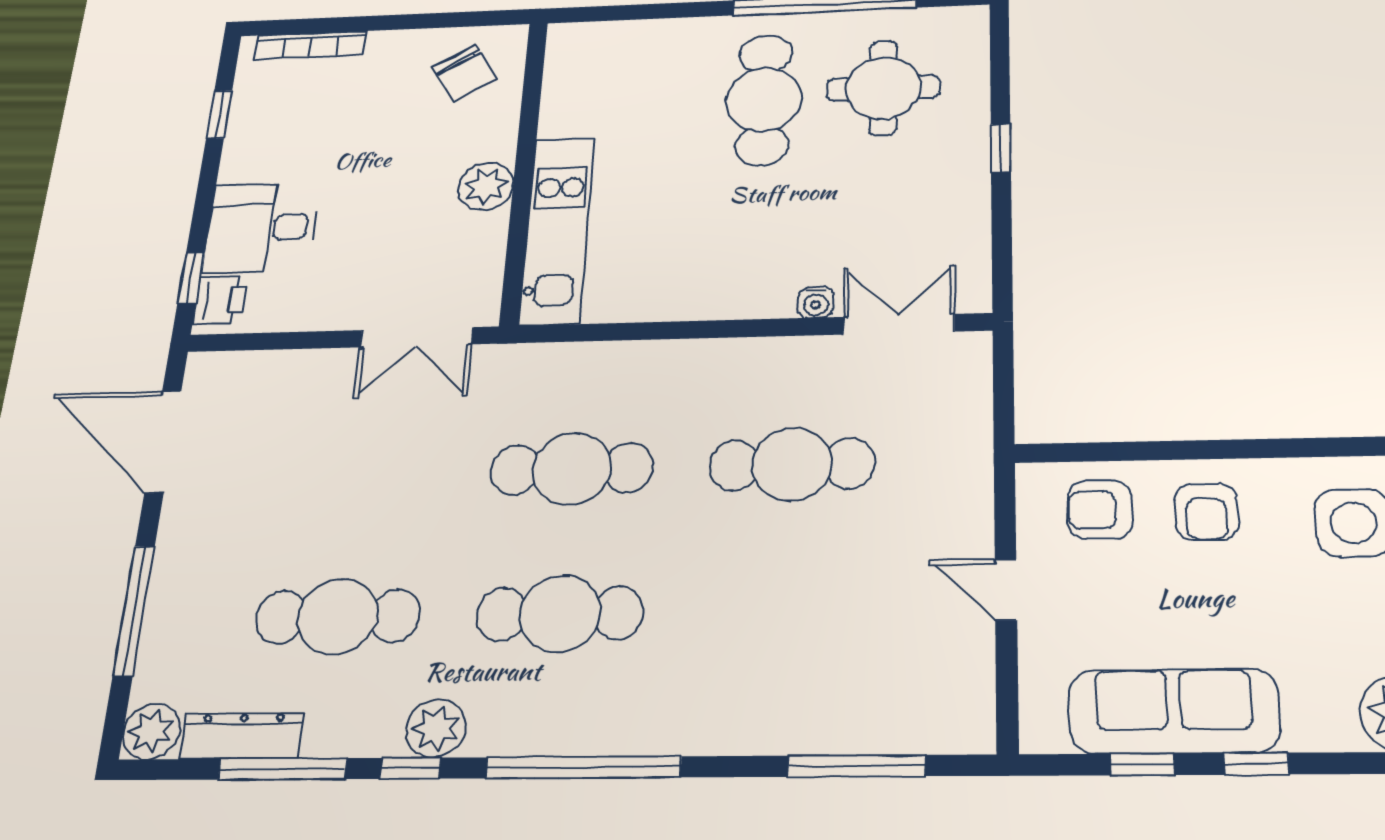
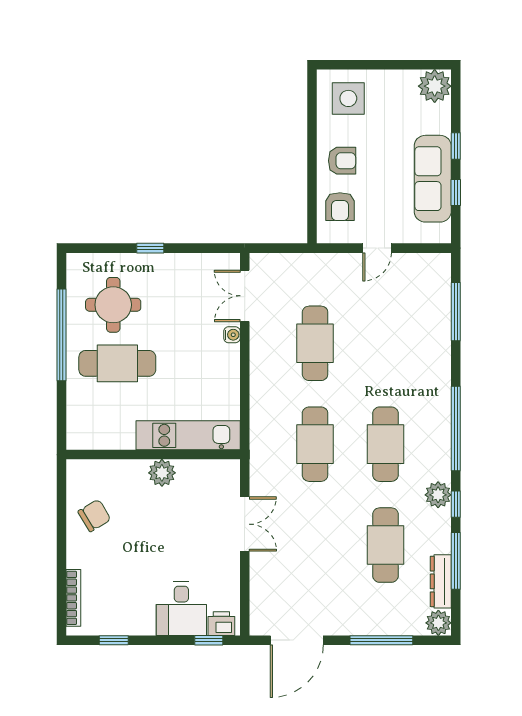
wall: (524, 170) -> (153, 455), moved
plant: (486, 186) -> (162, 473), moved
kitchen unit: (557, 230) -> (188, 435), moved

